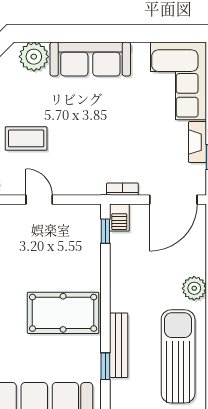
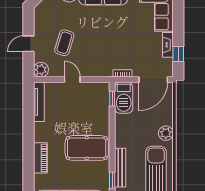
coffee table: (26, 138) -> (64, 43), turned -73
barbecue: (119, 218) -> (124, 98), width x1.88, depth x1.53

